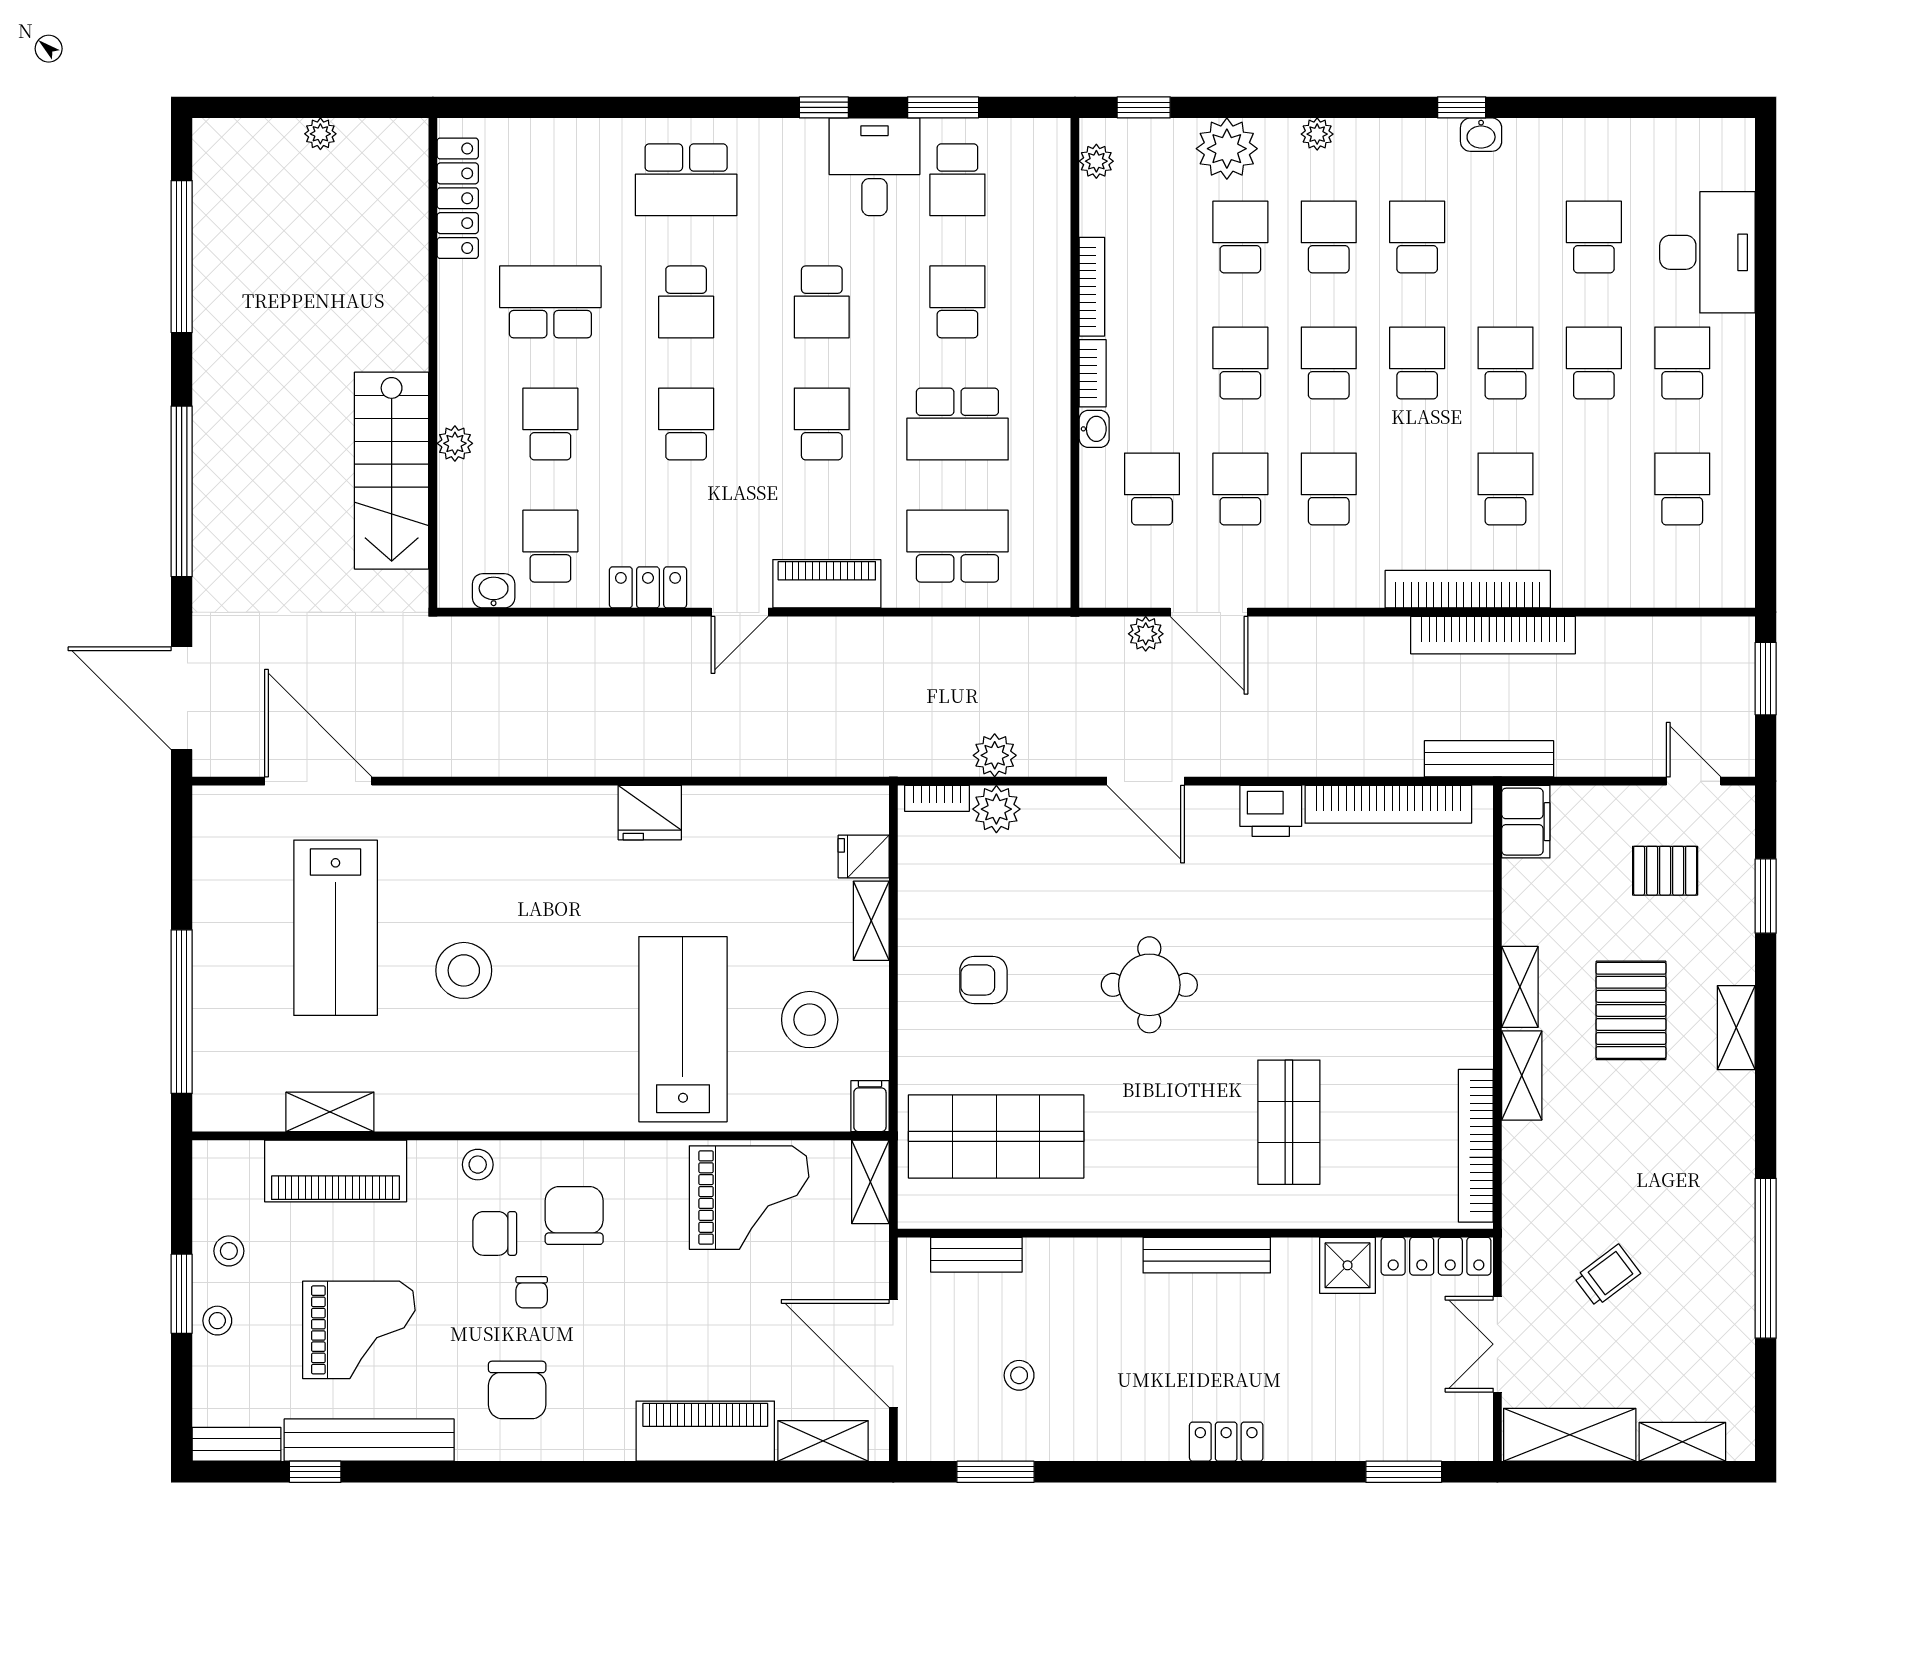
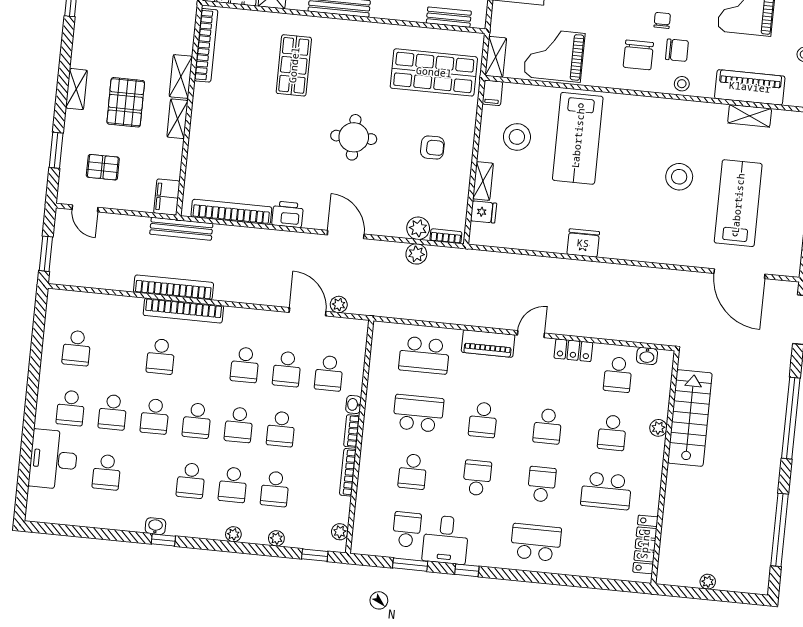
plant: (1227, 149) -> (276, 538), width x0.53, depth x0.53

